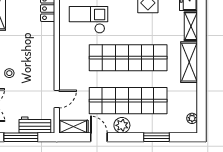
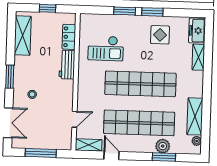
checkout: (89, 20) -> (106, 48), turned 180
shelving: (189, 62) -> (195, 116), moved
workbench: (35, 125) -> (67, 65), moved, turned -90
plant: (122, 125) -> (163, 146), moved

